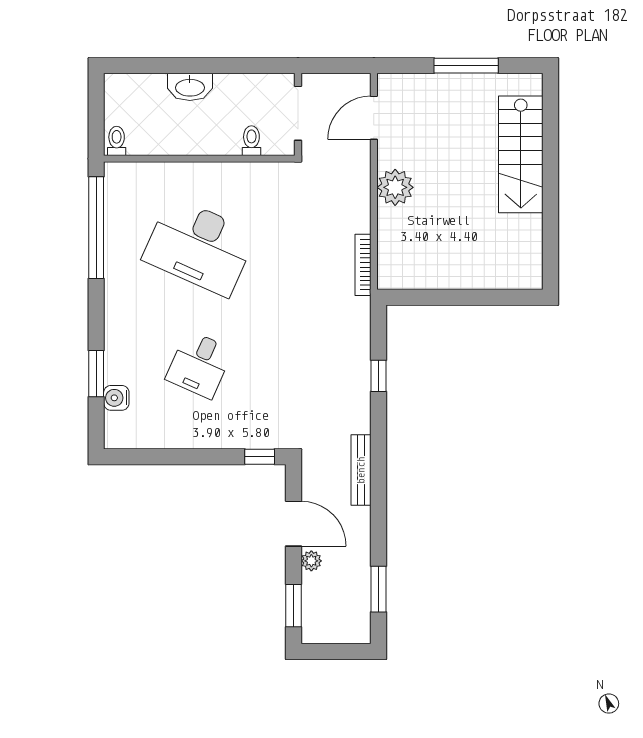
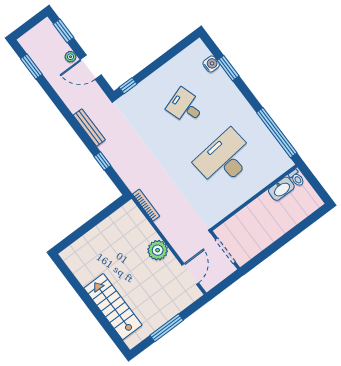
washbasin: (190, 87) -> (281, 189), moved, turned 180
toilet: (251, 141) -> (237, 223), removed
desk: (199, 246) -> (225, 159), turned -30
desk: (199, 364) -> (185, 106), turned -42
bench: (361, 470) -> (89, 128), moved

